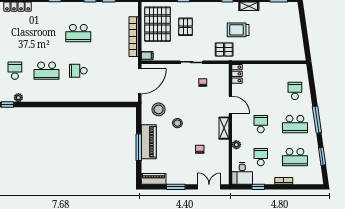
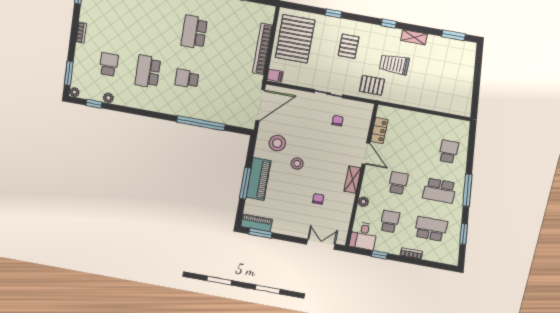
pallet: (186, 27) -> (349, 46), moved
school desk: (78, 33) -> (194, 32), turned 90
school desk: (47, 71) -> (148, 72), turned 90
locker: (237, 74) -> (379, 131), moved
window: (95, 104) -> (201, 123), added
school desk: (295, 157) -> (431, 229), turned 180
window: (176, 187) -> (260, 233), moved

